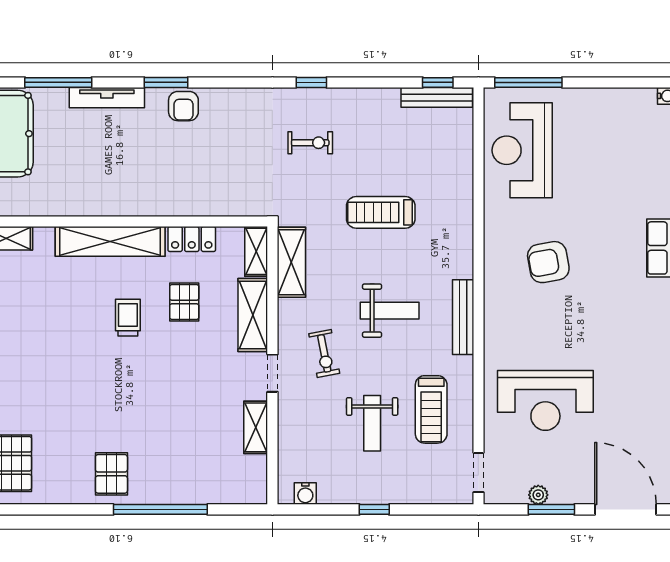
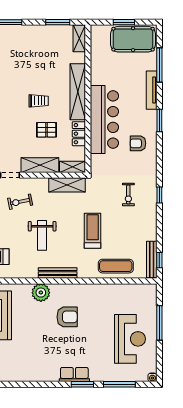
window: (528, 82) -> (159, 323), moved
armchair: (183, 106) -> (138, 143), moved
reception desk: (522, 150) -> (130, 339), moved, turned 90
exercise mat: (450, 167) -> (116, 266), added
bar counter: (164, 189) -> (104, 119), added
armchair: (548, 262) -> (67, 317), turned 100
plant: (501, 313) -> (41, 293), added
bench: (463, 317) -> (58, 273), moved

